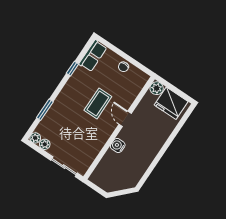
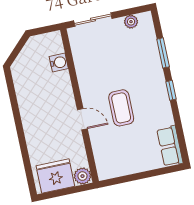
chair: (123, 67) -> (132, 165), removed
window: (72, 69) -> (171, 90), moved
plant: (35, 138) -> (145, 19), removed
water cooler: (118, 146) -> (59, 63), moved

